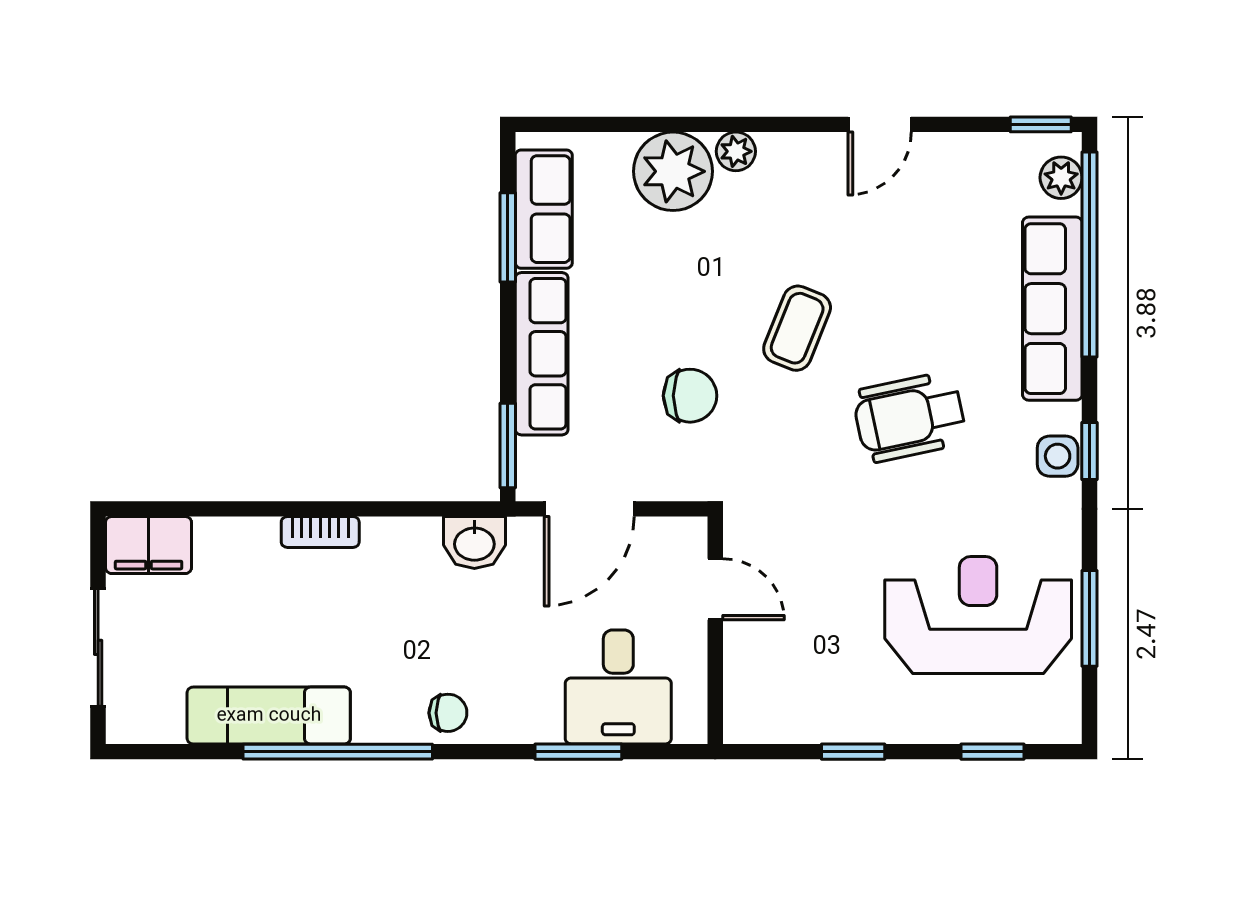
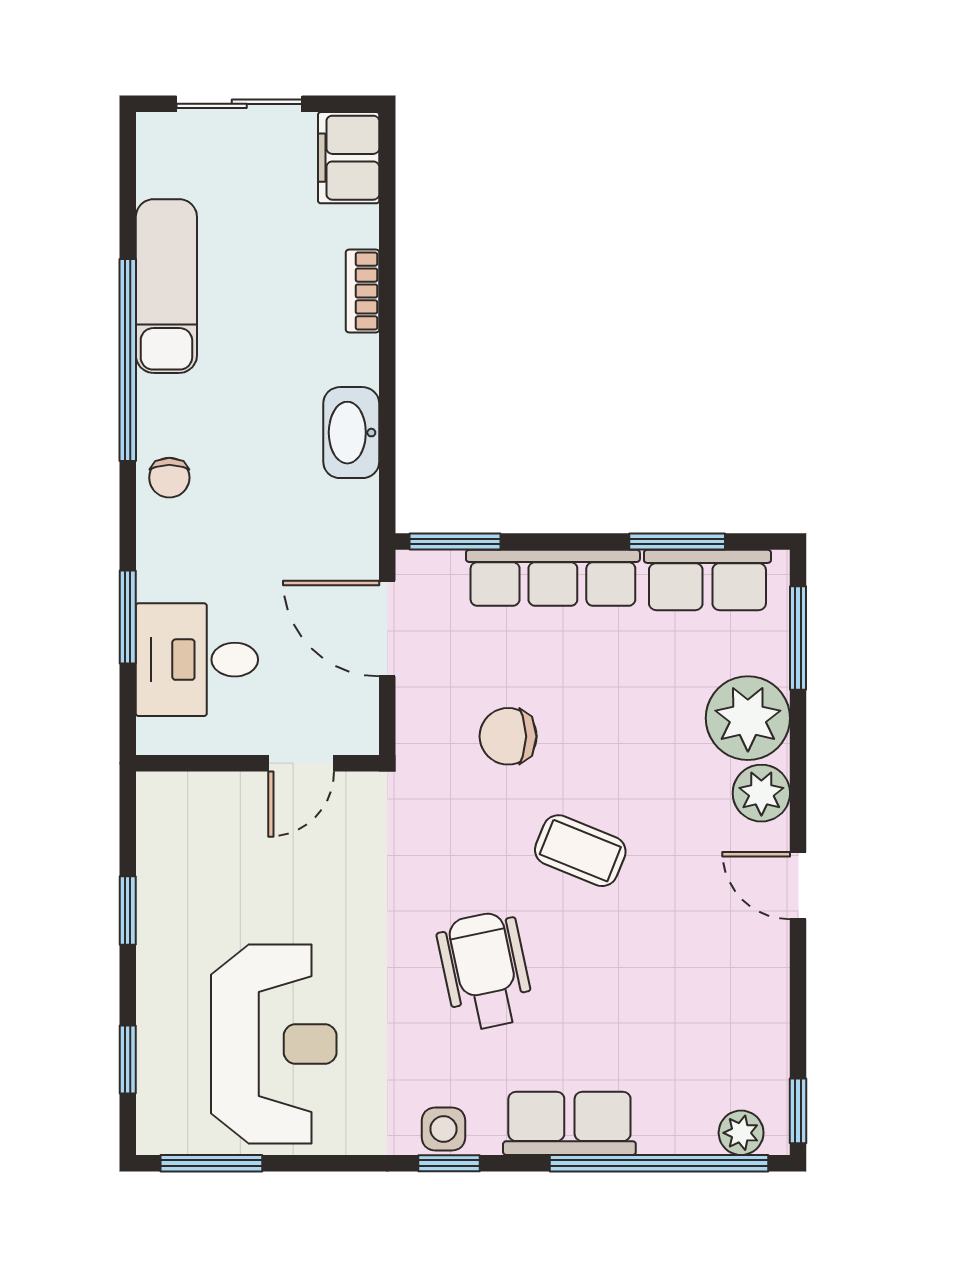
window: (598, 124) -> (798, 638), added
door: (880, 124) -> (798, 886), moved
plant: (736, 151) -> (761, 793), width x1.38, depth x1.38
row of seats: (1052, 309) -> (569, 1123), width x0.68
chair: (690, 396) -> (508, 736), turned 90
bookcase: (320, 532) -> (362, 291), moved
washbasin: (474, 543) -> (351, 433), moved, width x1.38
window: (1090, 618) -> (211, 1163), moved

